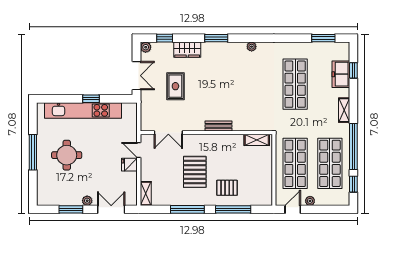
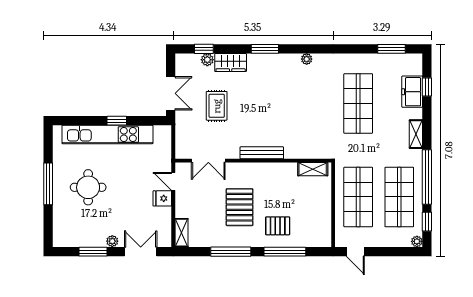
plant: (146, 47) -> (207, 60), moved
bench: (219, 126) -> (262, 153), width x1.36
plant: (310, 201) -> (417, 241), moved
door: (293, 209) -> (355, 252), swing flipped

